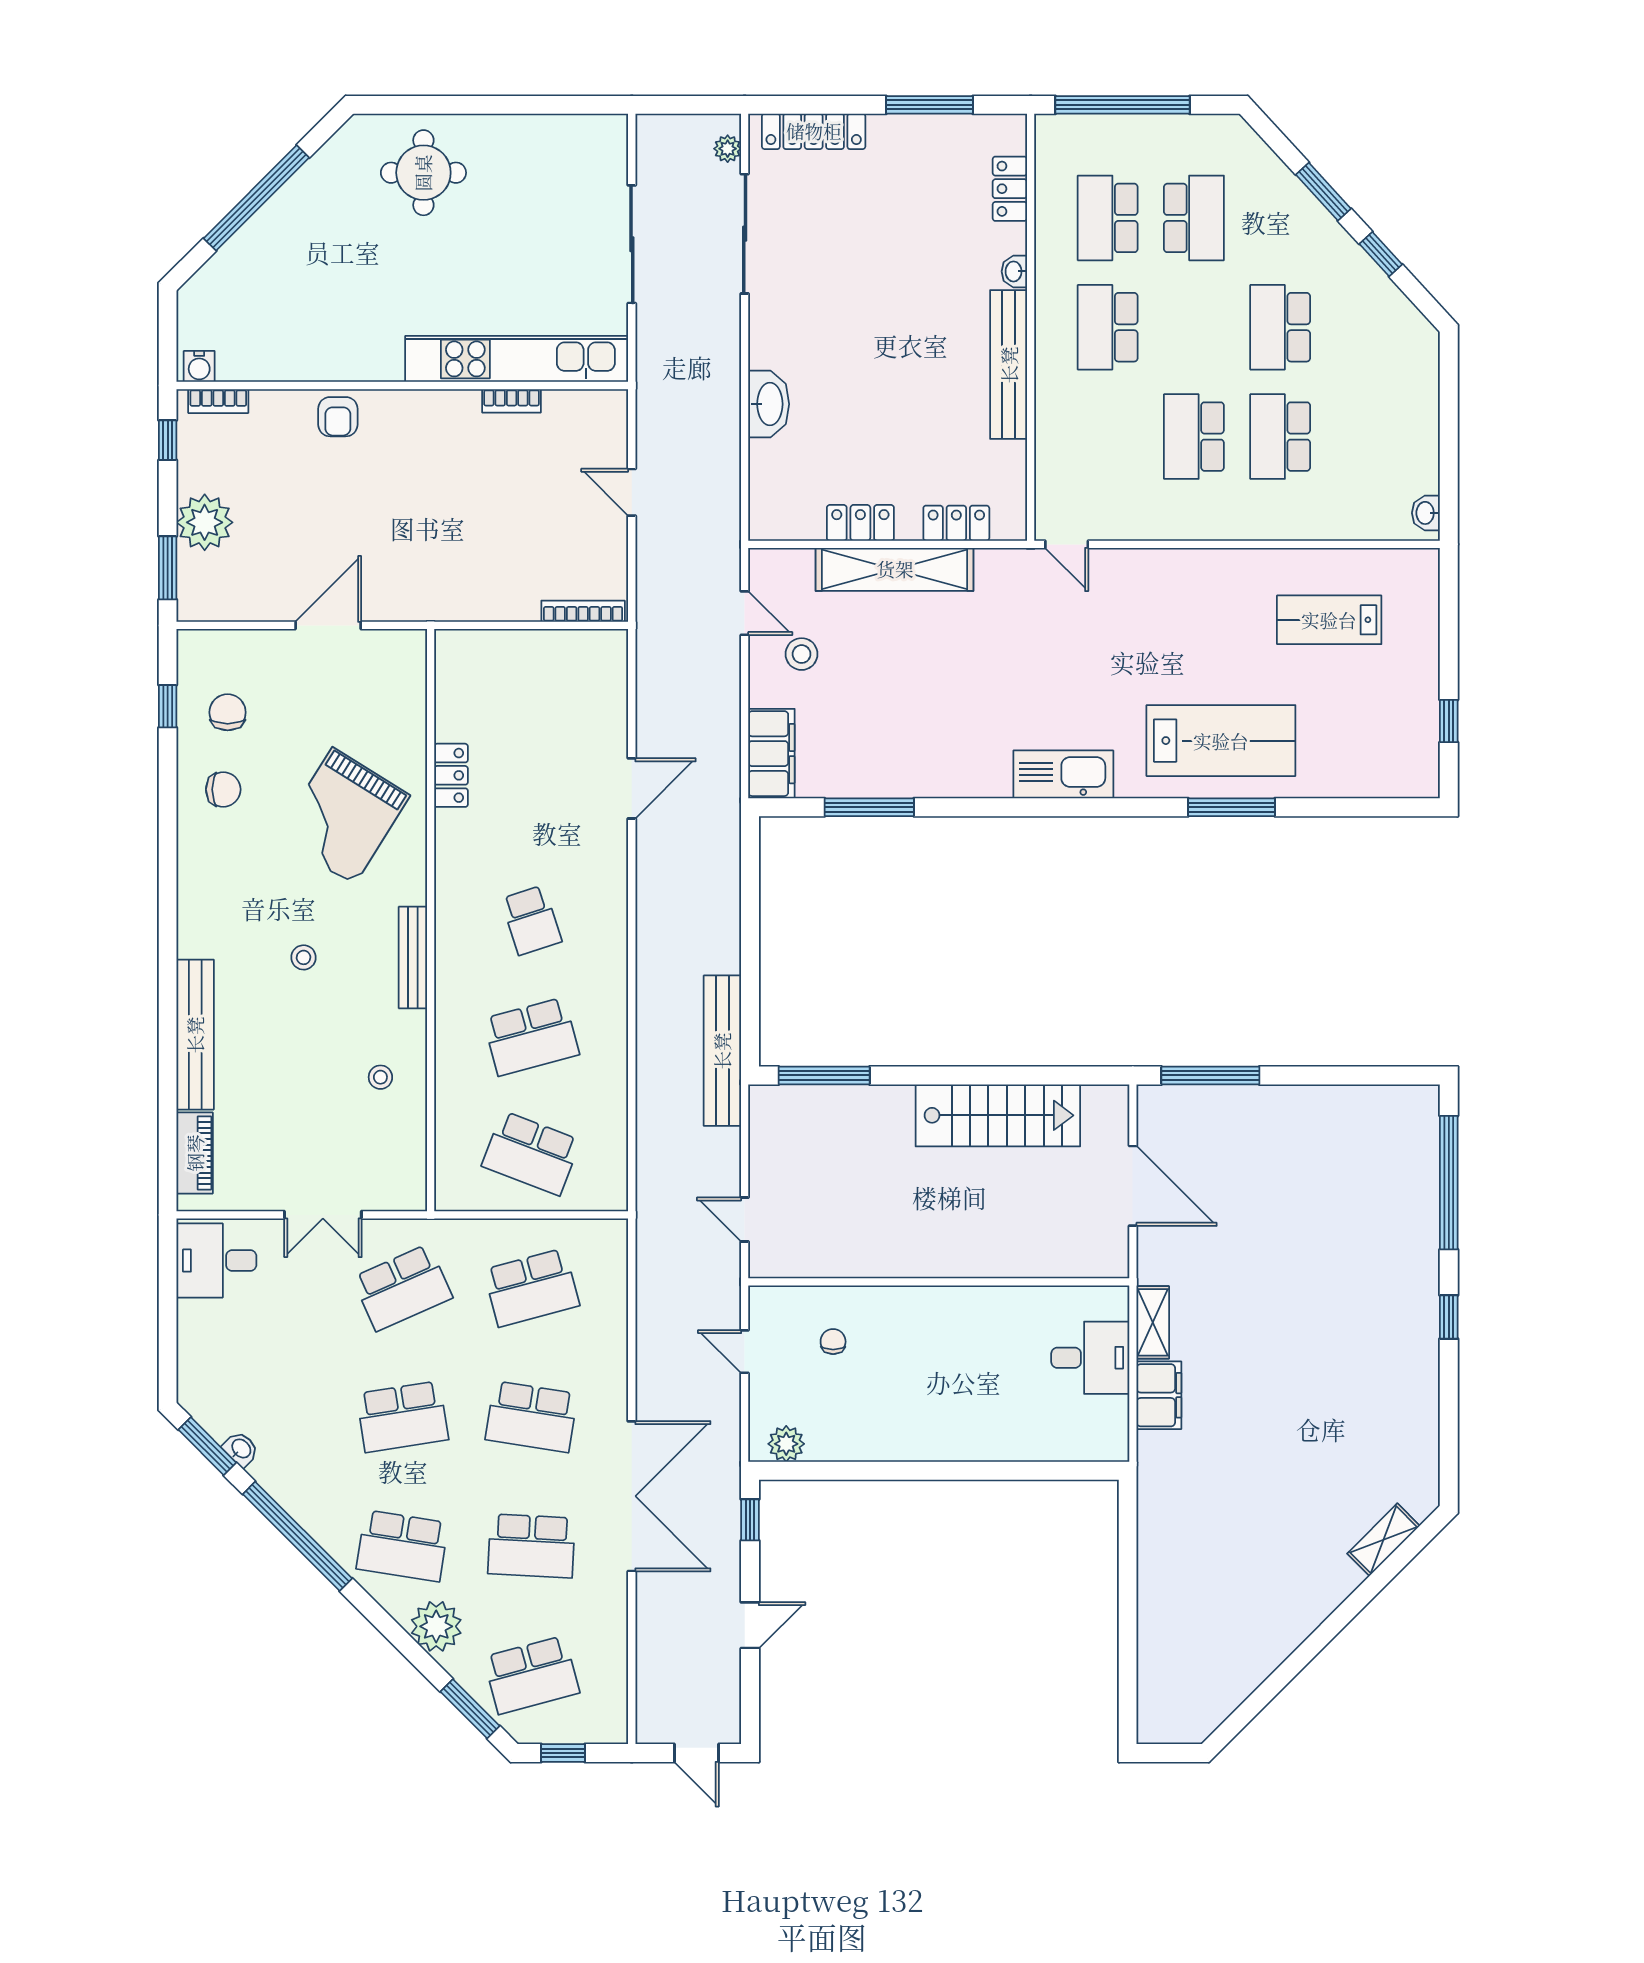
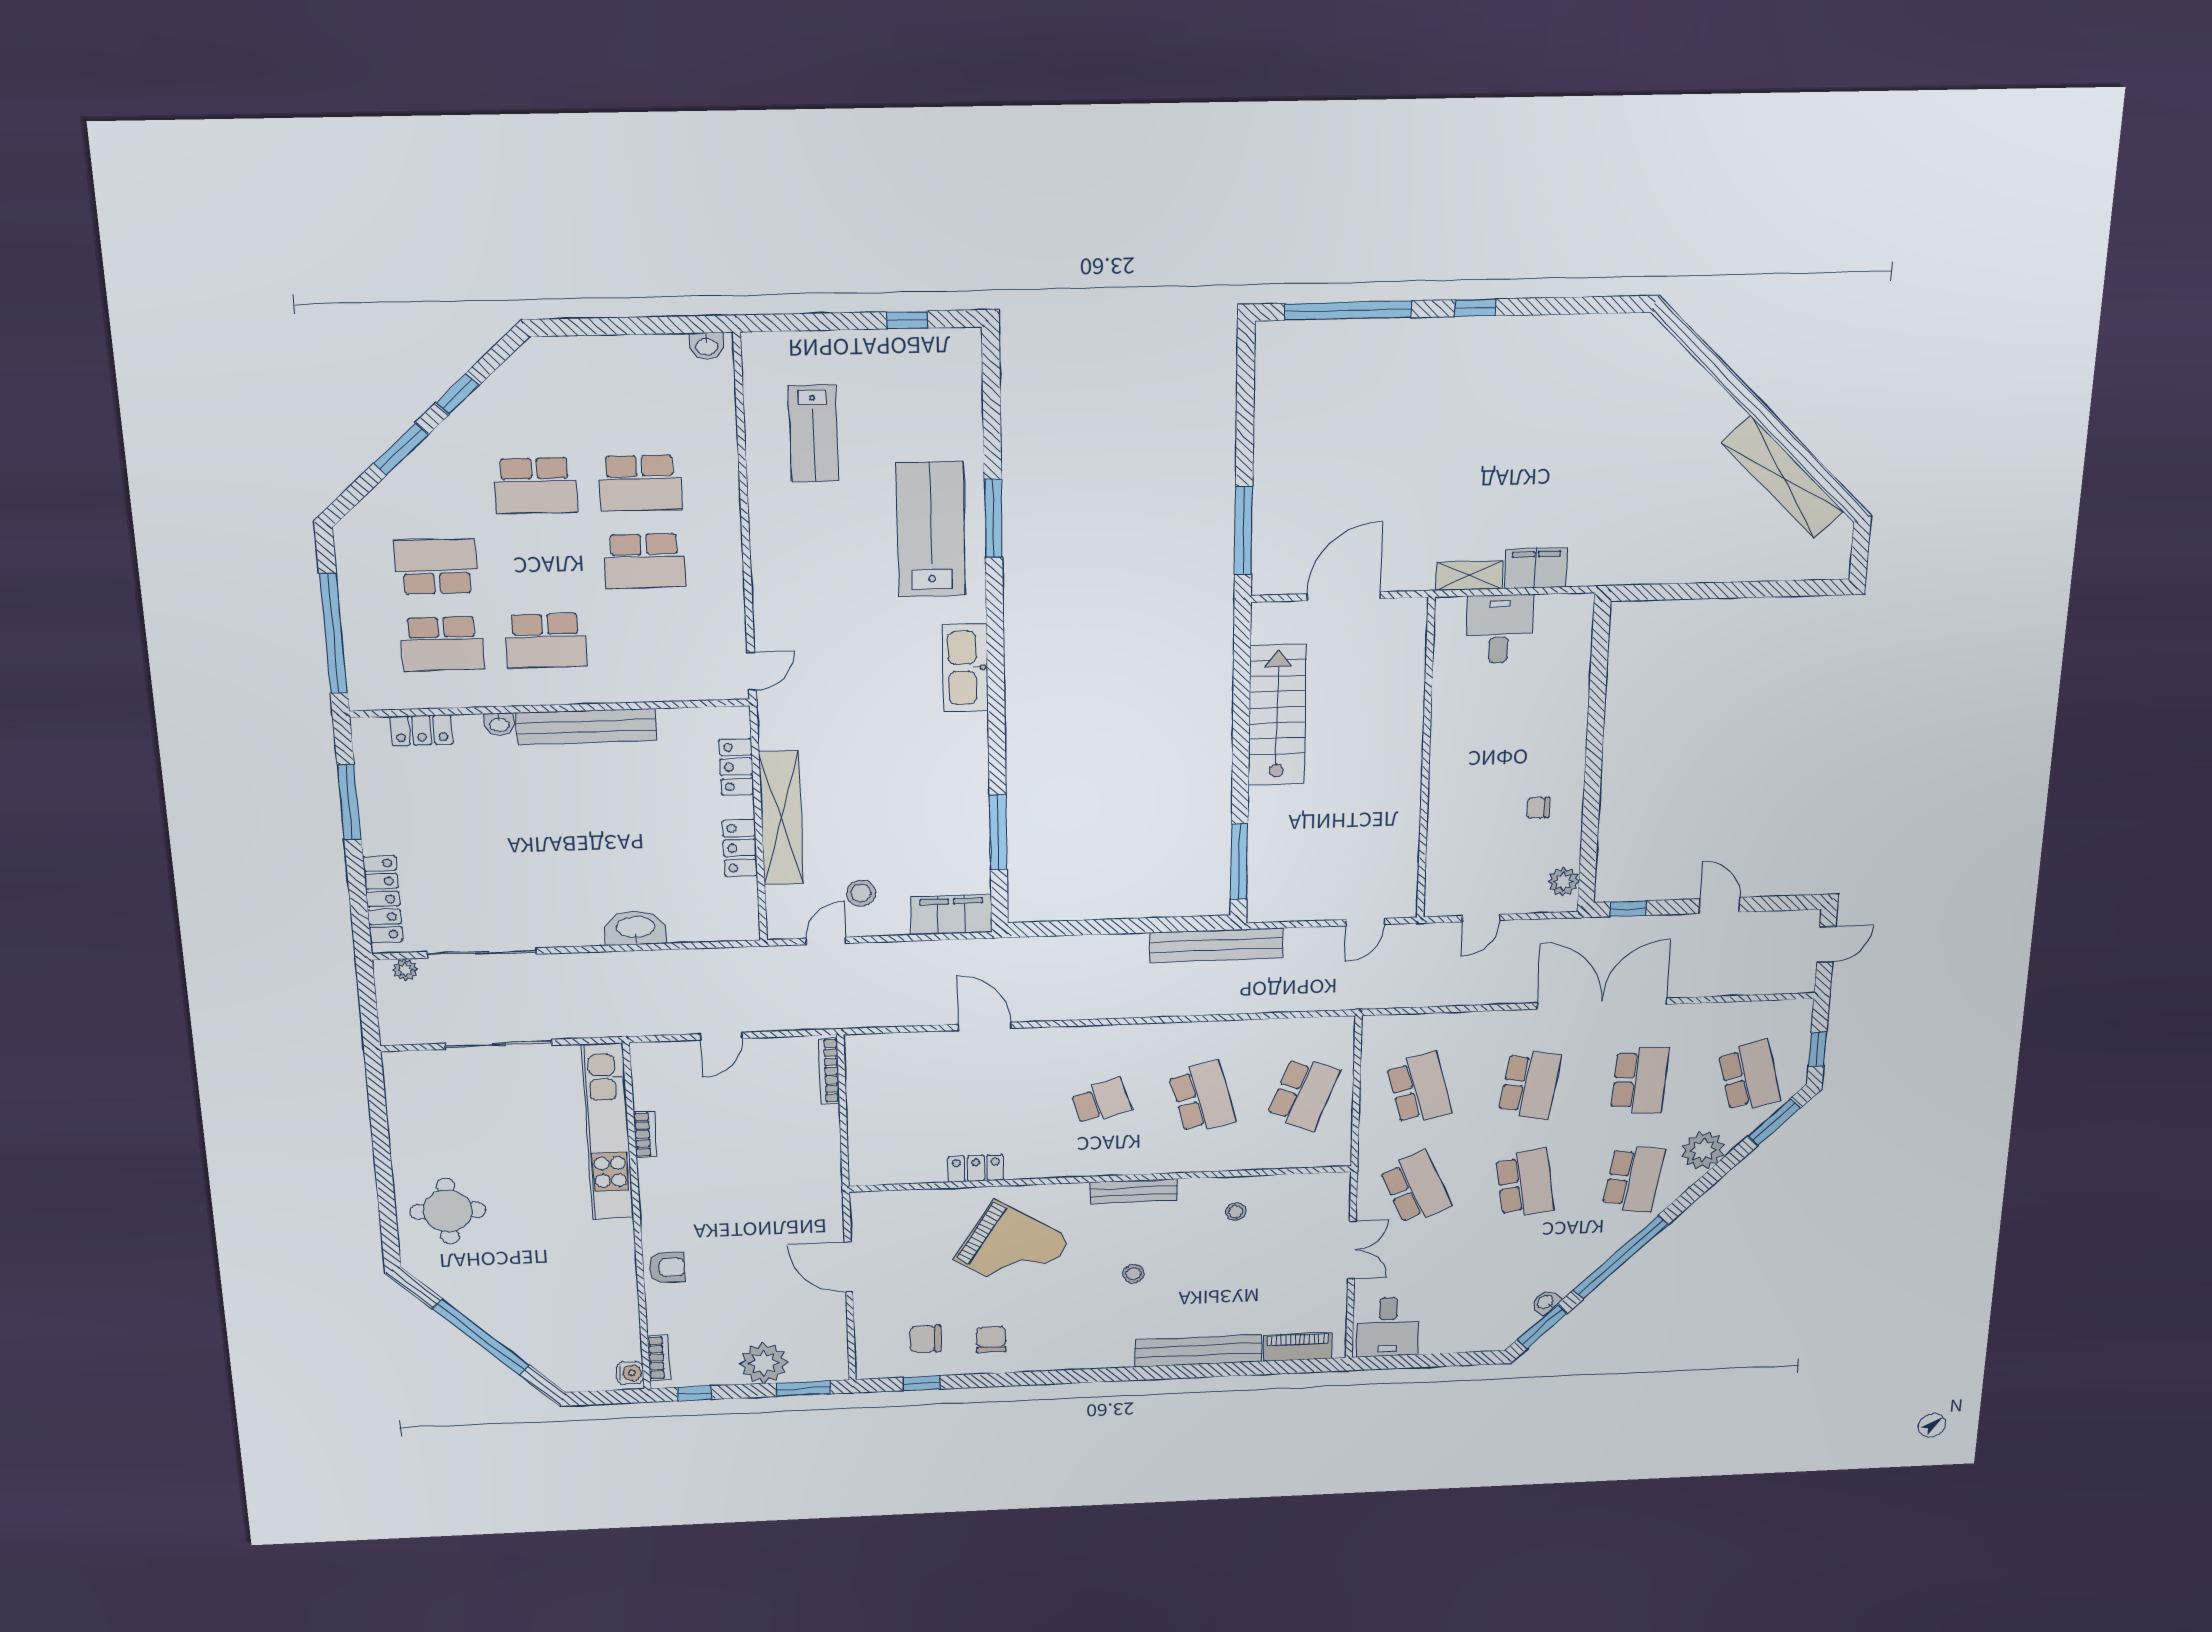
chair: (833, 1342) -> (1538, 808), moved
shelving: (1384, 1540) -> (1783, 477), moved, width x2.20, depth x1.33

